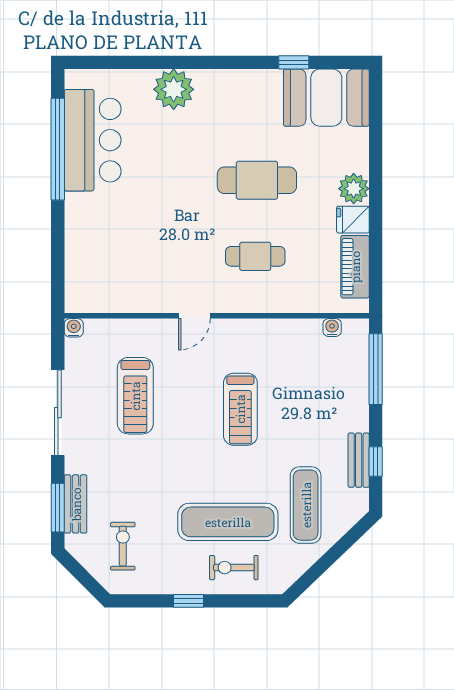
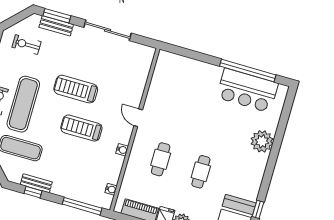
cafe table: (257, 180) -> (201, 172), width x0.73, depth x0.74
water cooler: (74, 328) -> (122, 150), moved
treadmill: (135, 396) -> (76, 89), moved
exercise bike: (123, 546) -> (27, 45), turned 180

